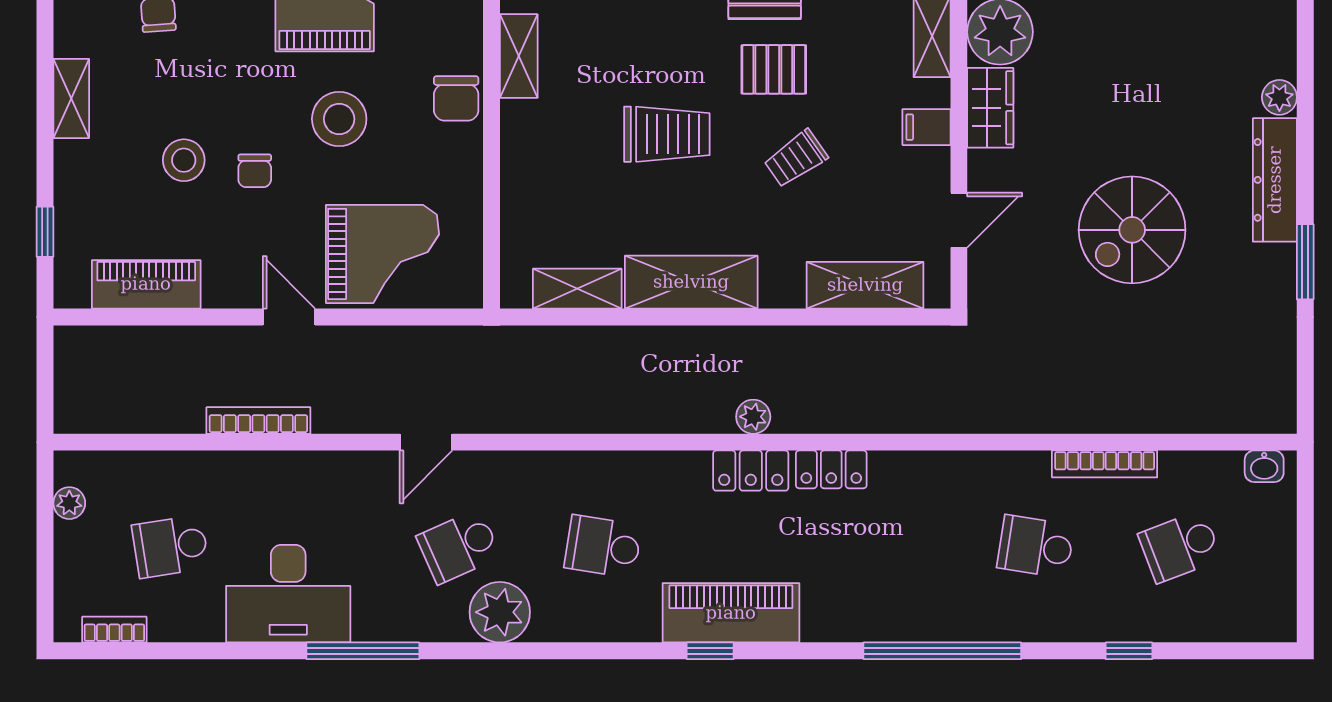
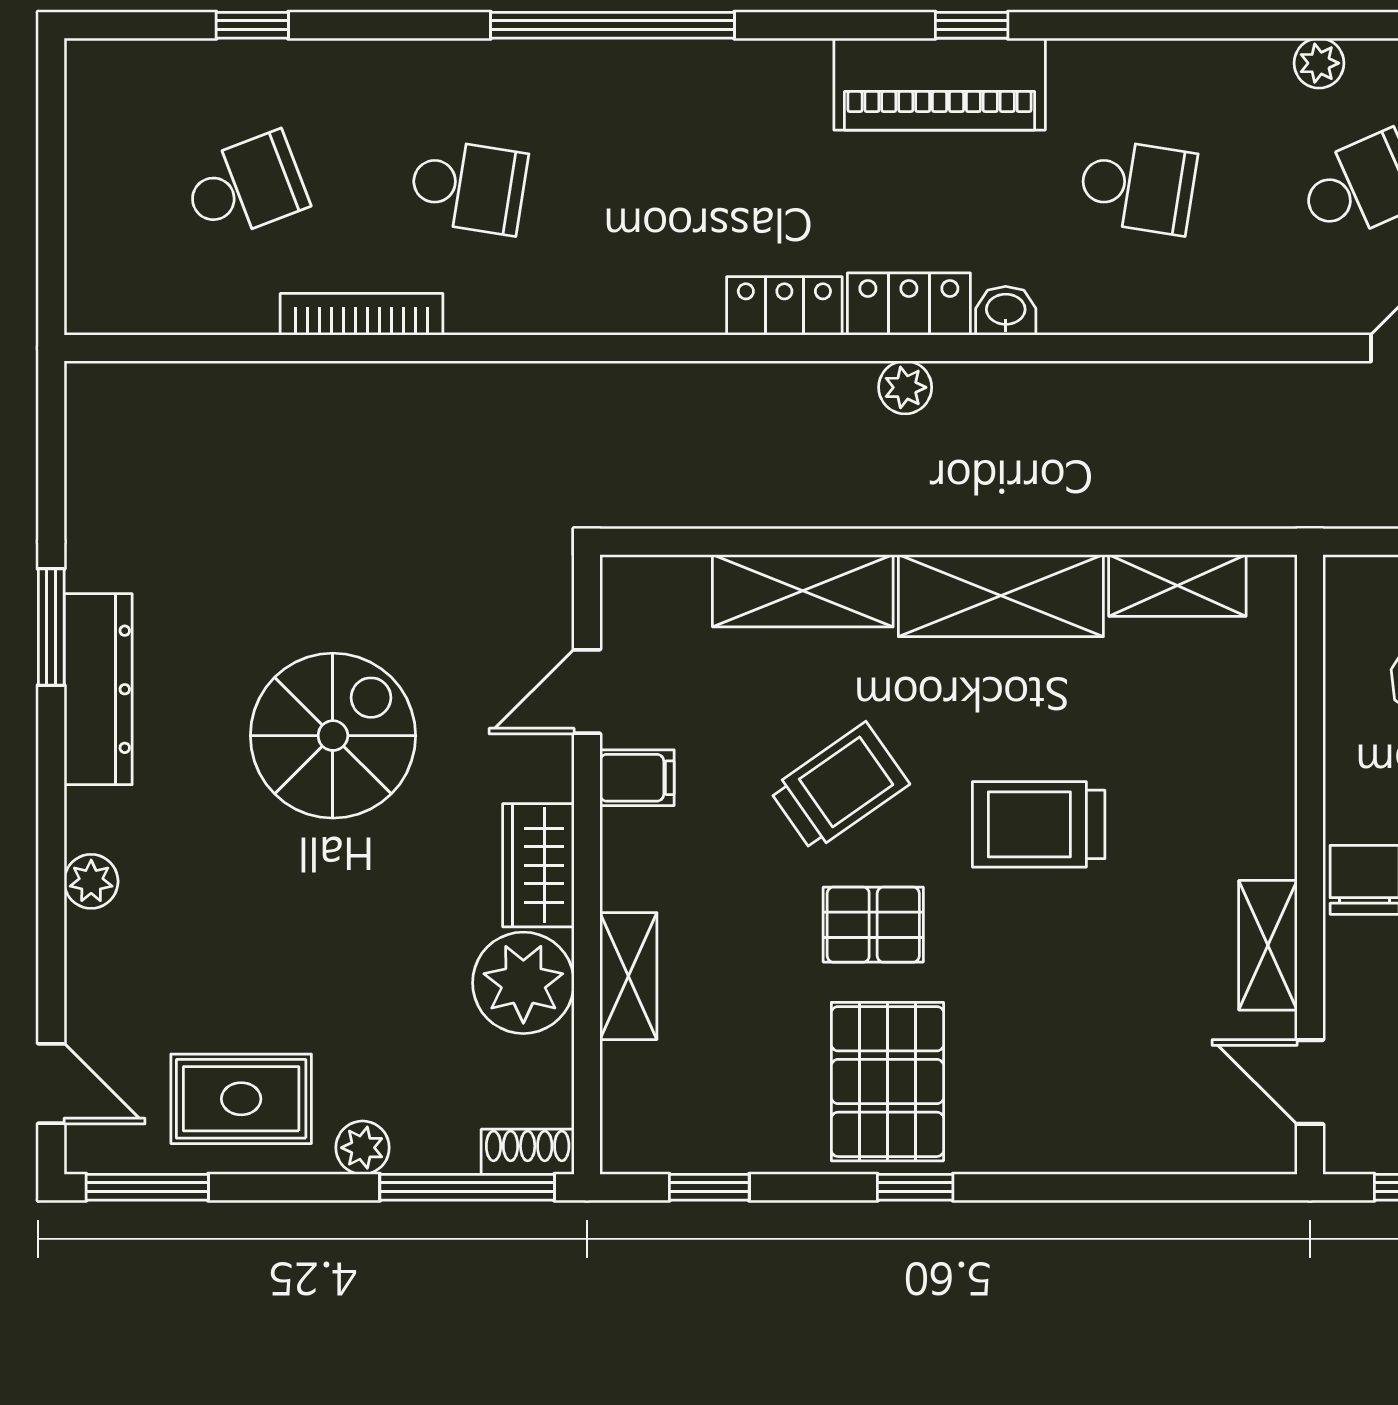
filing cabinet: (926, 127) -> (637, 778), moved
trolley: (796, 159) -> (839, 787), width x1.36, depth x1.39
dresser: (1275, 180) -> (98, 689), moved
spiral stairs: (1132, 230) -> (333, 736), moved
shelving: (865, 285) -> (803, 591), moved
washbasin: (1264, 466) -> (1006, 311), moved
plant: (500, 612) -> (1319, 63), width x0.53, depth x0.53
window: (1129, 651) -> (252, 25), moved

